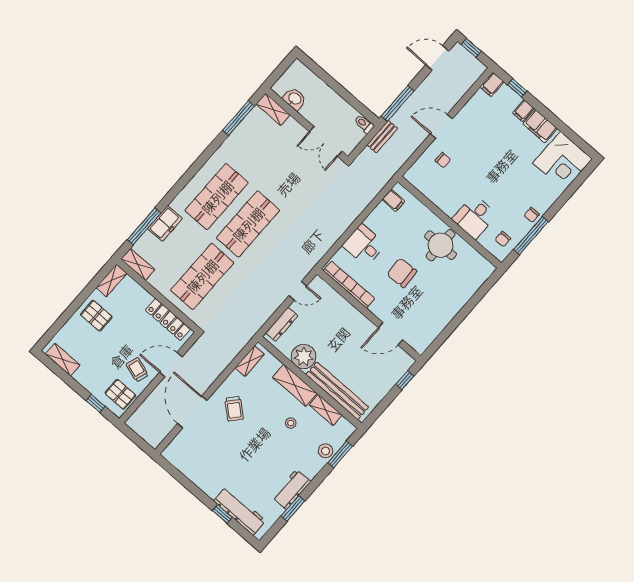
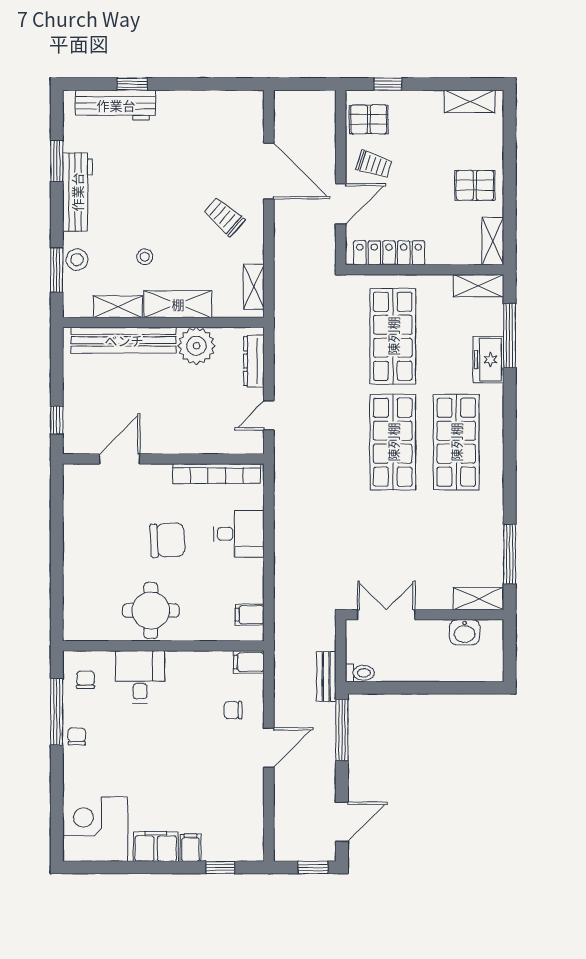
filing cabinet: (492, 84) -> (249, 662), moved, turned -90
workbench: (291, 489) -> (77, 192), width x1.38

